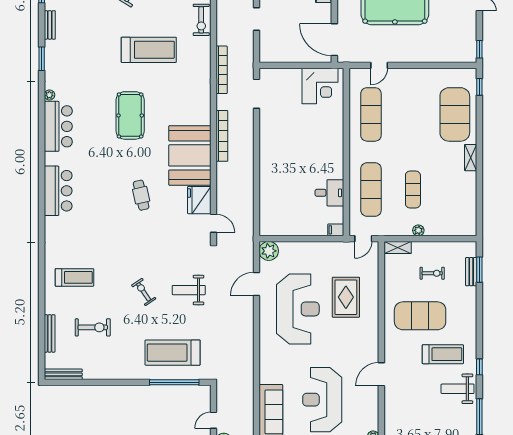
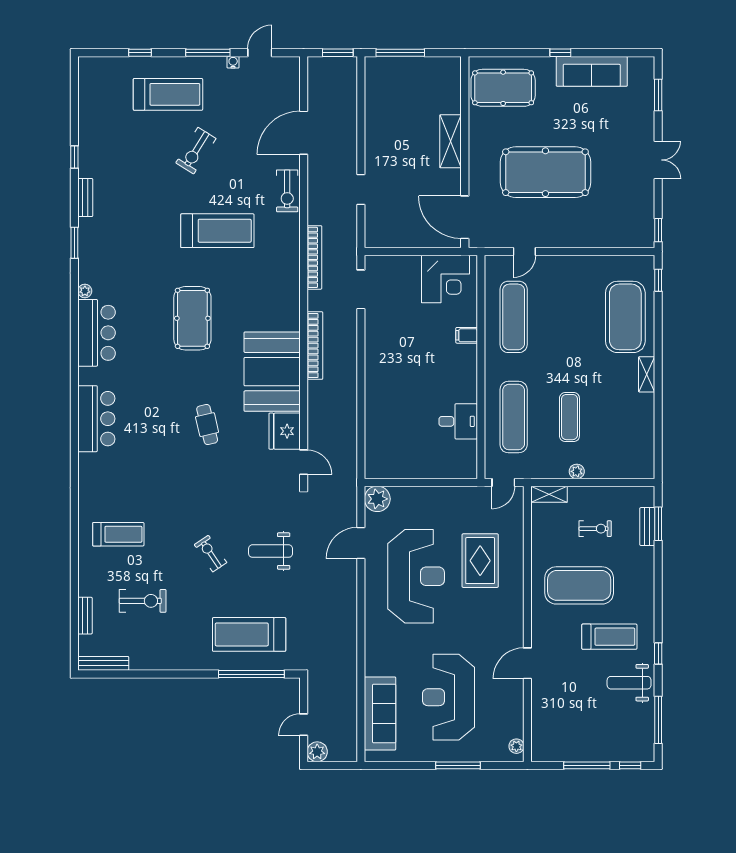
filing cabinet: (336, 230) -> (467, 335), moved
bench: (50, 333) -> (85, 616), width x0.73

